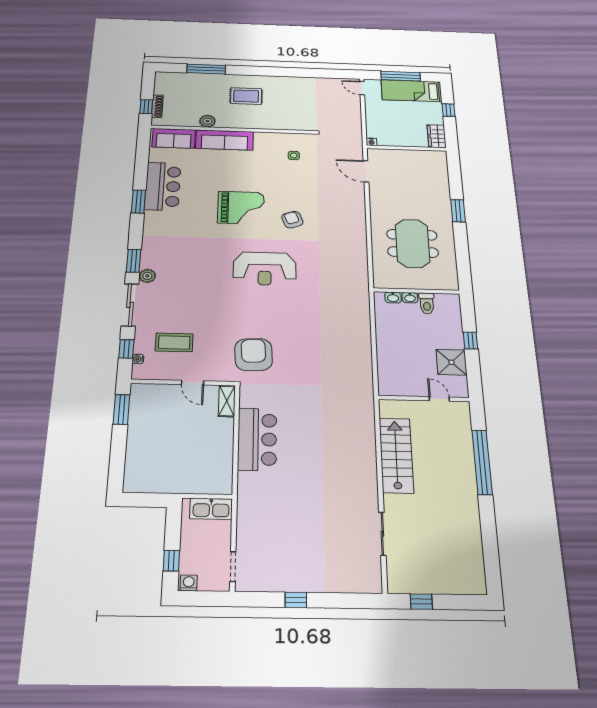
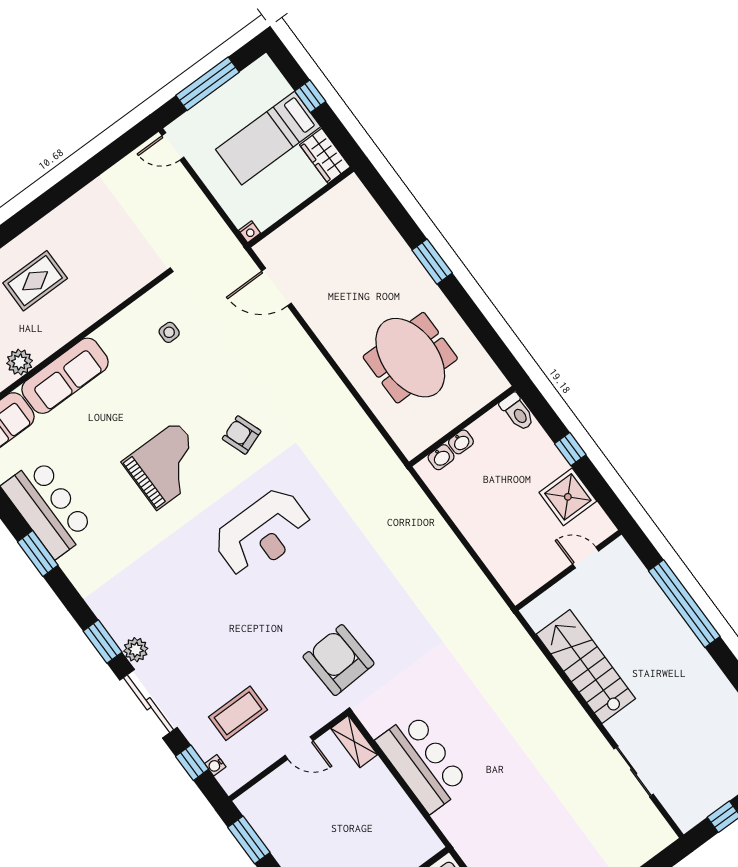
bed: (411, 91) -> (268, 138), moved
toilet: (427, 303) -> (517, 412), moved

